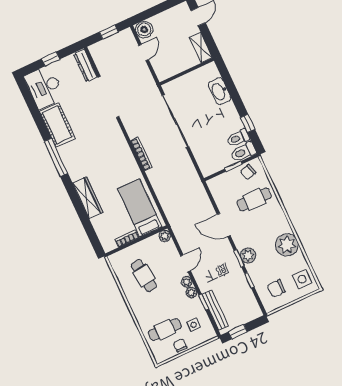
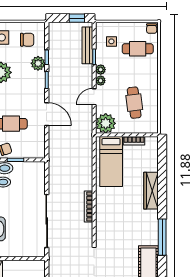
plant: (165, 236) -> (106, 123), width x1.88, depth x1.88
plant: (248, 255) -> (38, 63), moved
chair: (180, 345) -> (152, 28), moved

